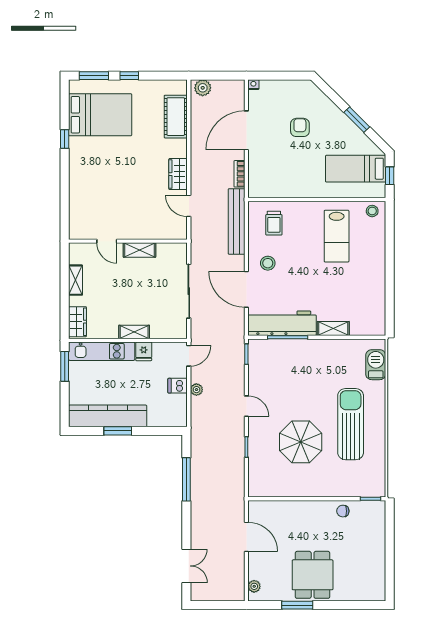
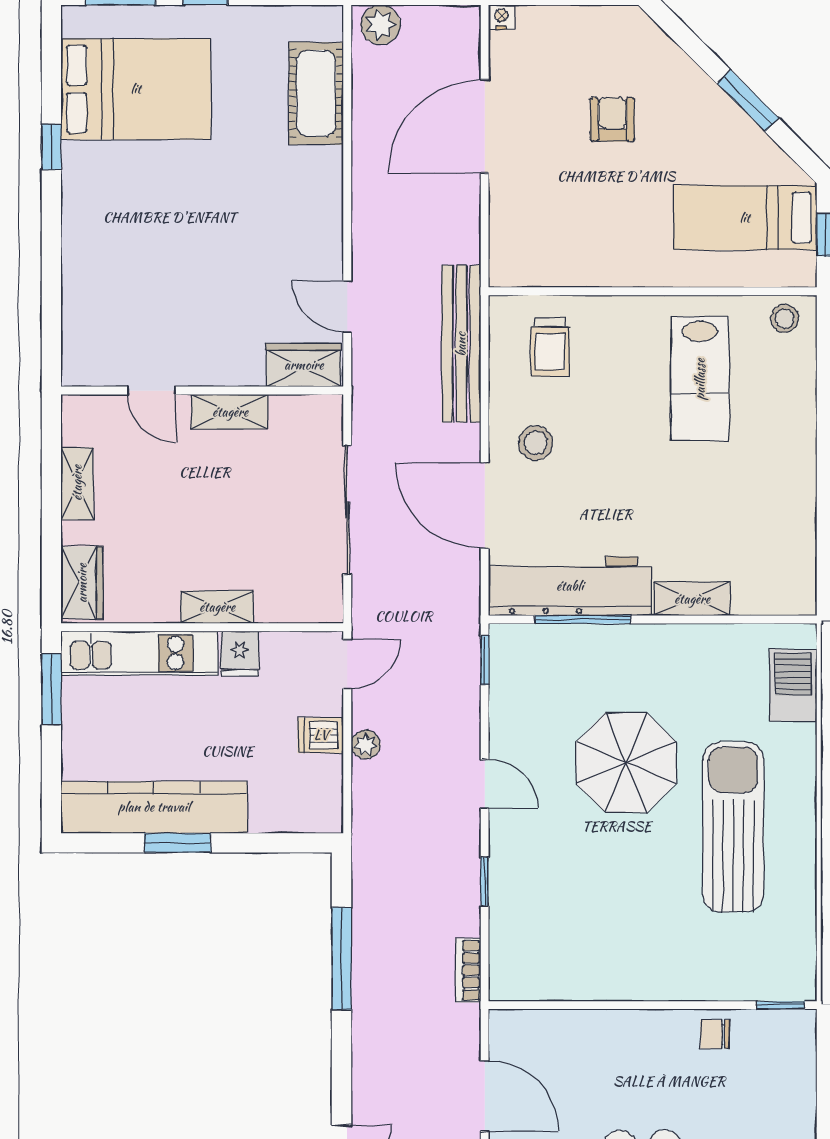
wardrobe: (178, 174) -> (304, 365), moved, turned 90
bookcase: (239, 174) -> (468, 970), moved
parasol: (301, 442) -> (626, 763), moved

